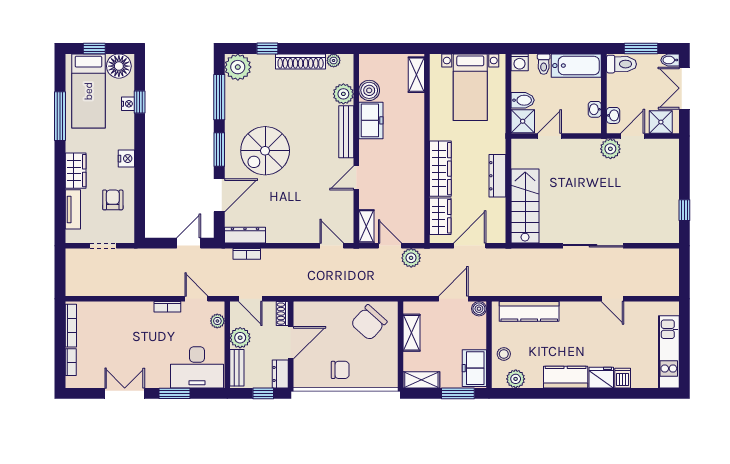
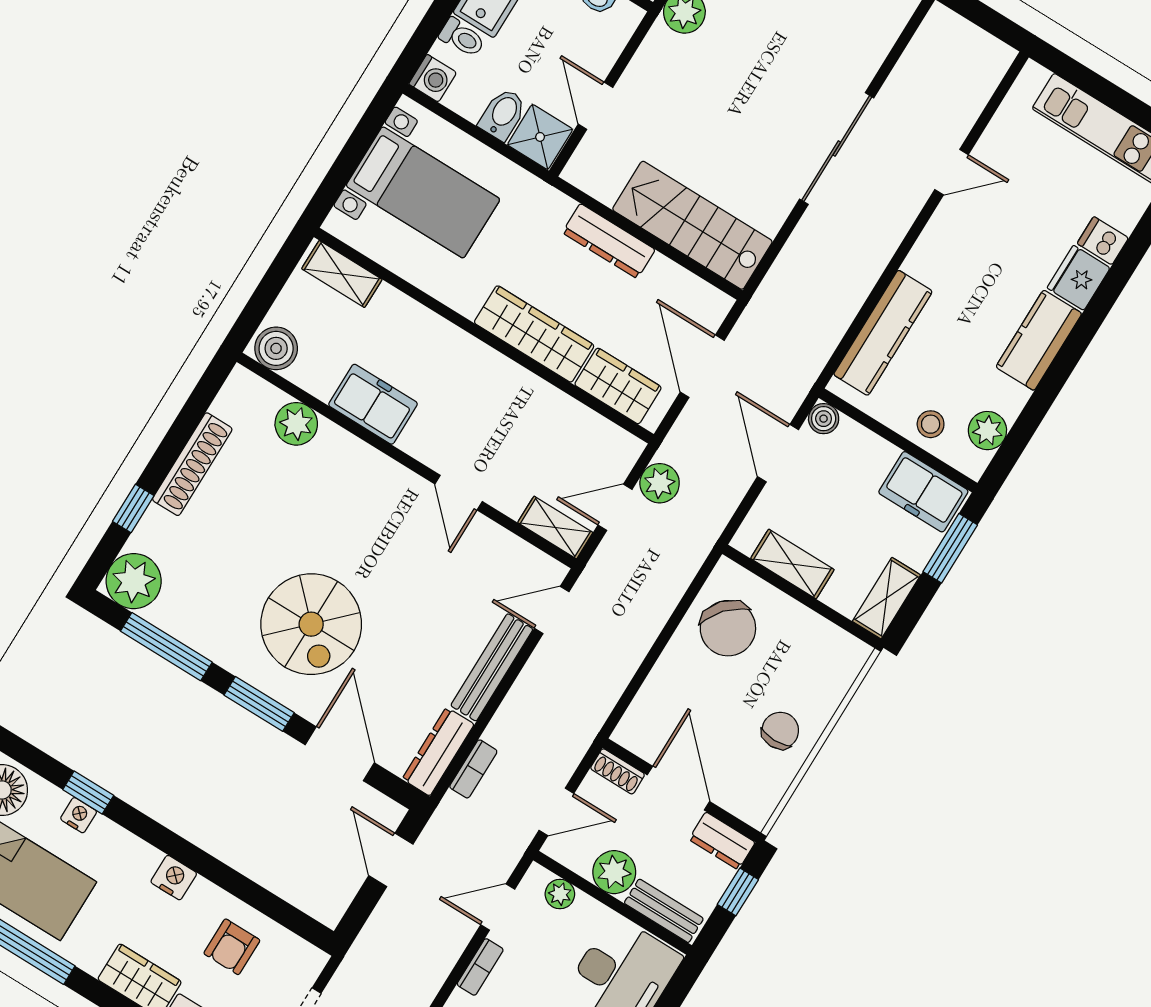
plant: (334, 61) -> (227, 405), removed
boiler: (369, 90) -> (276, 348), moved
bench: (346, 132) -> (492, 667), moved, turned 90
armchair: (113, 200) -> (232, 947), turned -90

